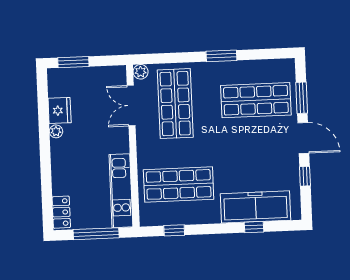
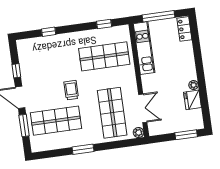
trolley: (230, 141) -> (71, 90), added
freezer: (256, 207) -> (49, 46), removed

